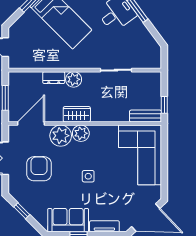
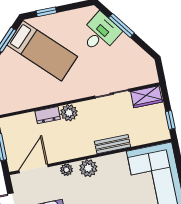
wardrobe: (77, 114) -> (146, 97), moved, turned 180
bench: (146, 116) -> (113, 144), moved
plant: (61, 136) -> (66, 170), width x0.53, depth x0.53

